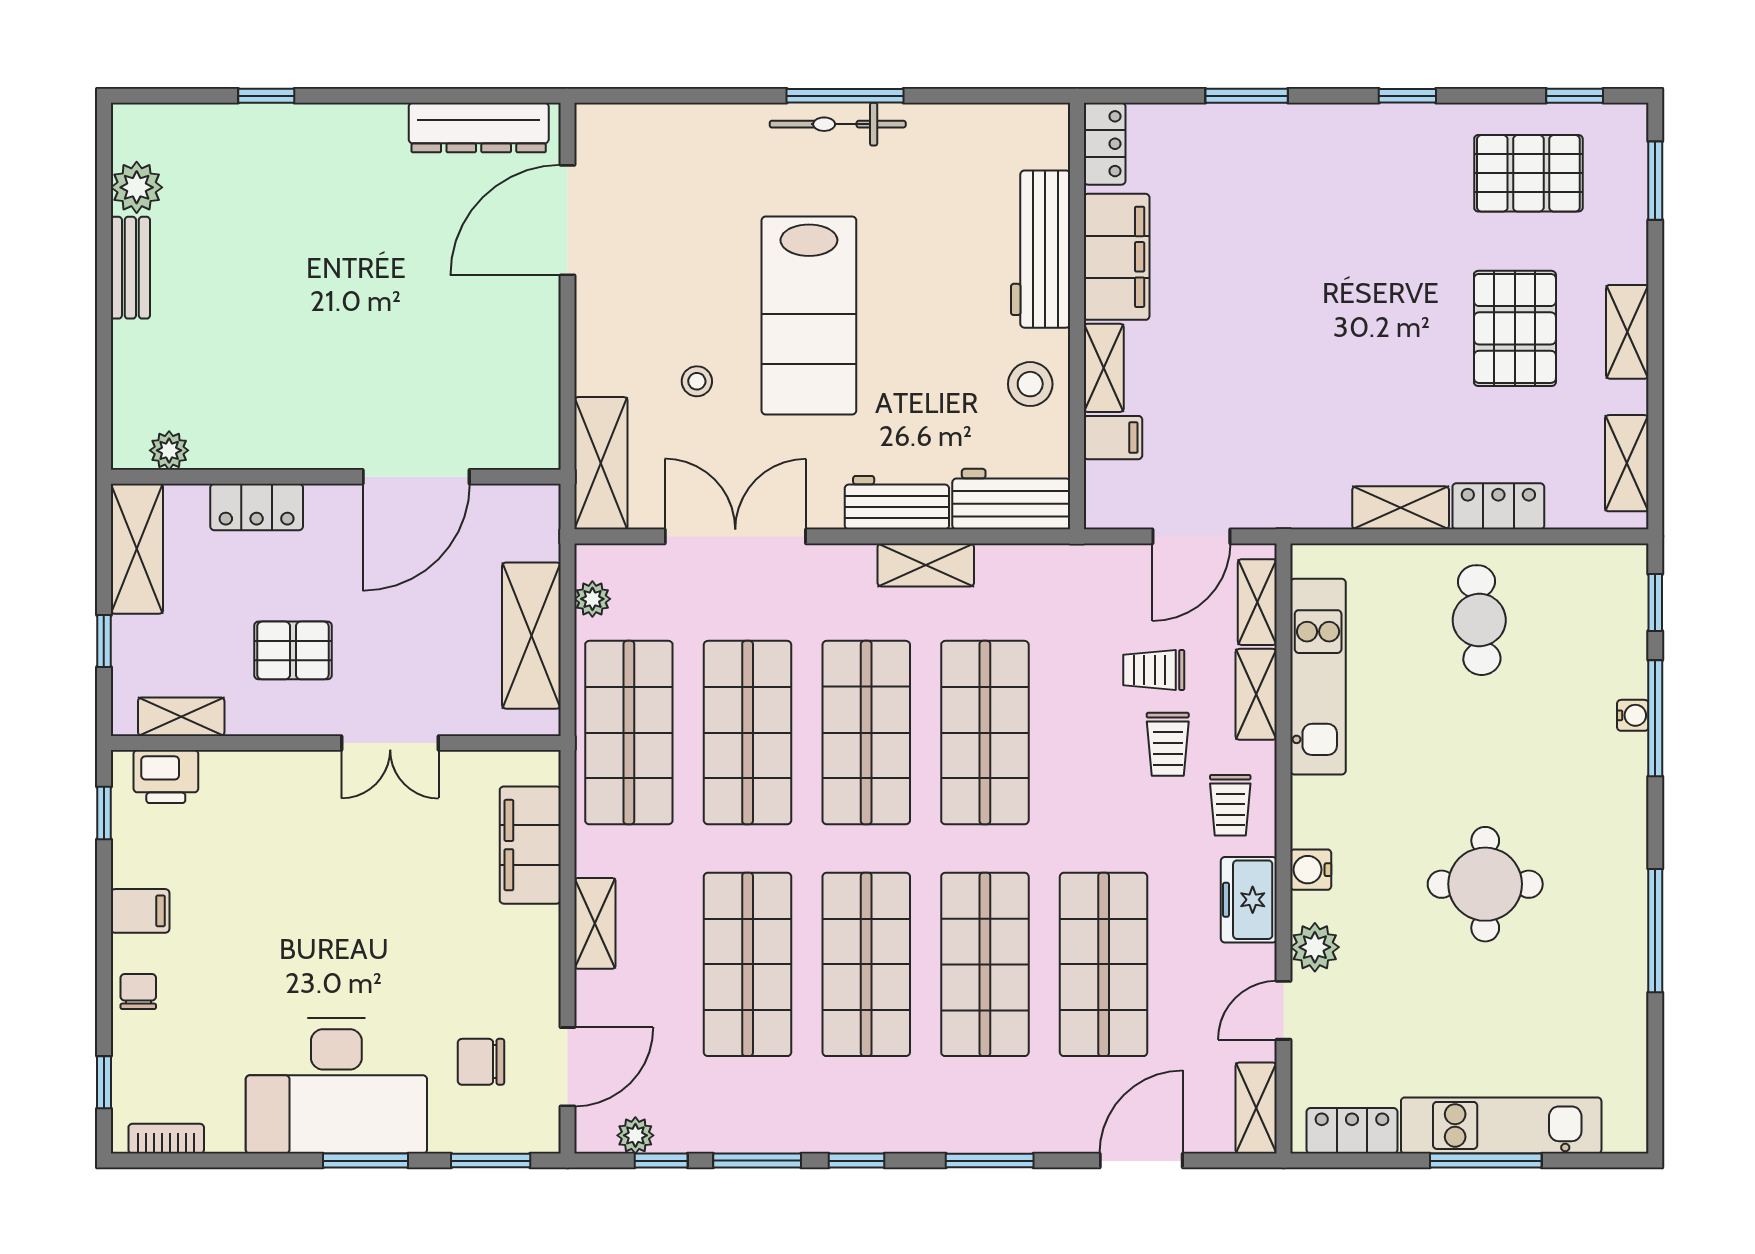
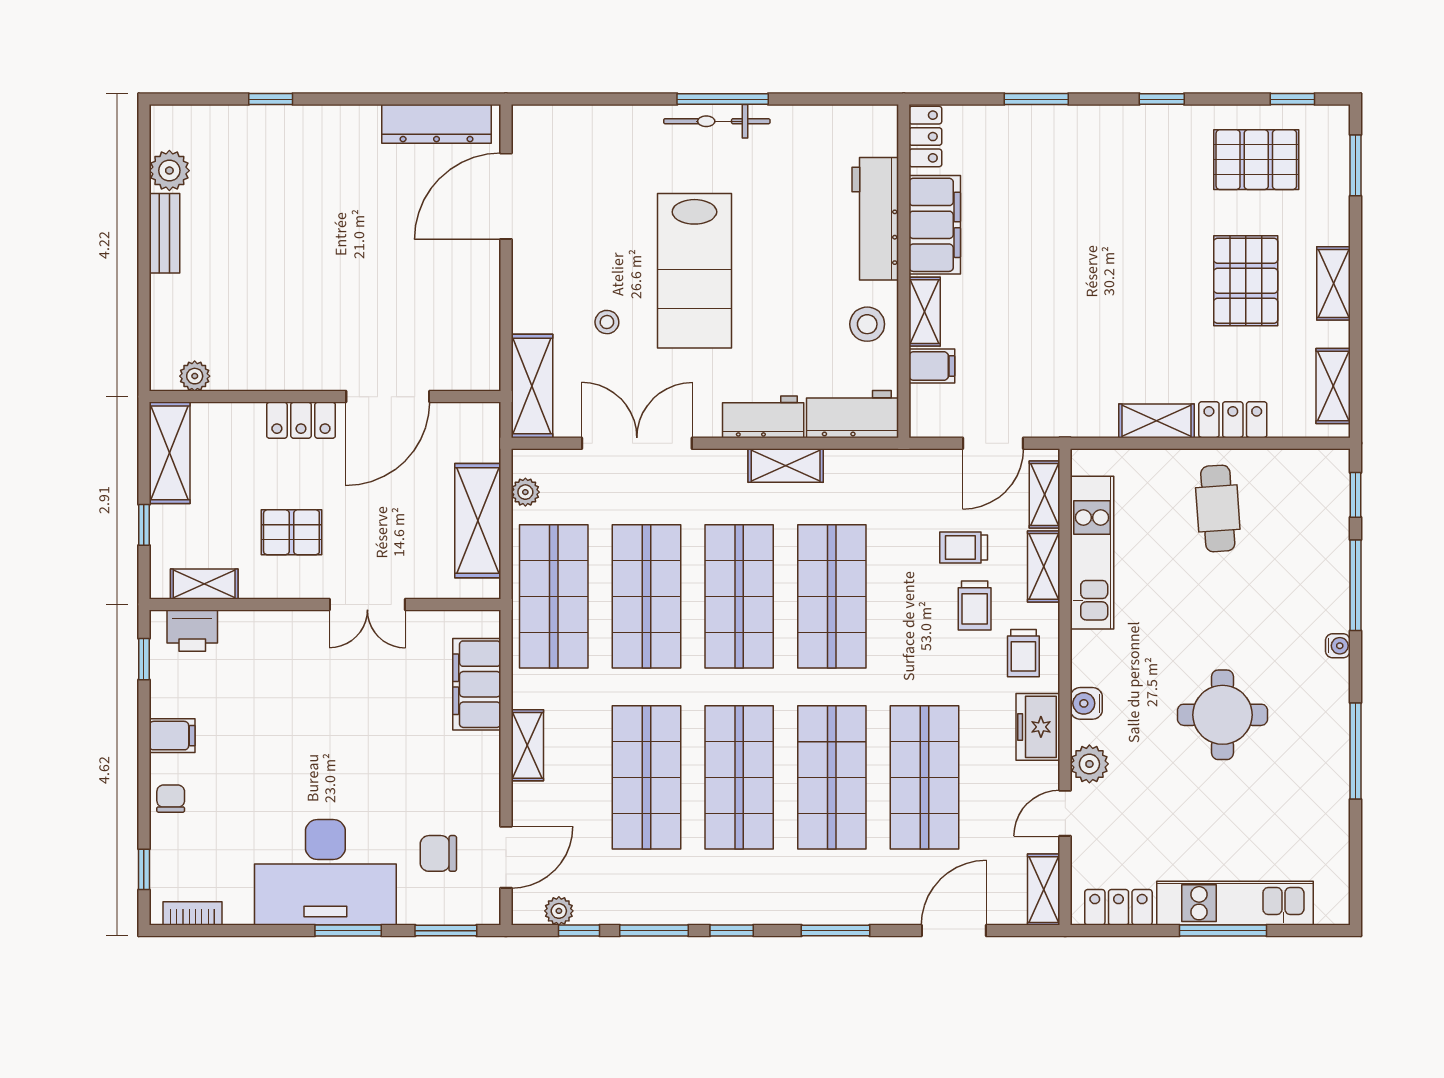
locker: (257, 507) -> (301, 420), moved
water cooler: (1633, 715) -> (1338, 646), moved

